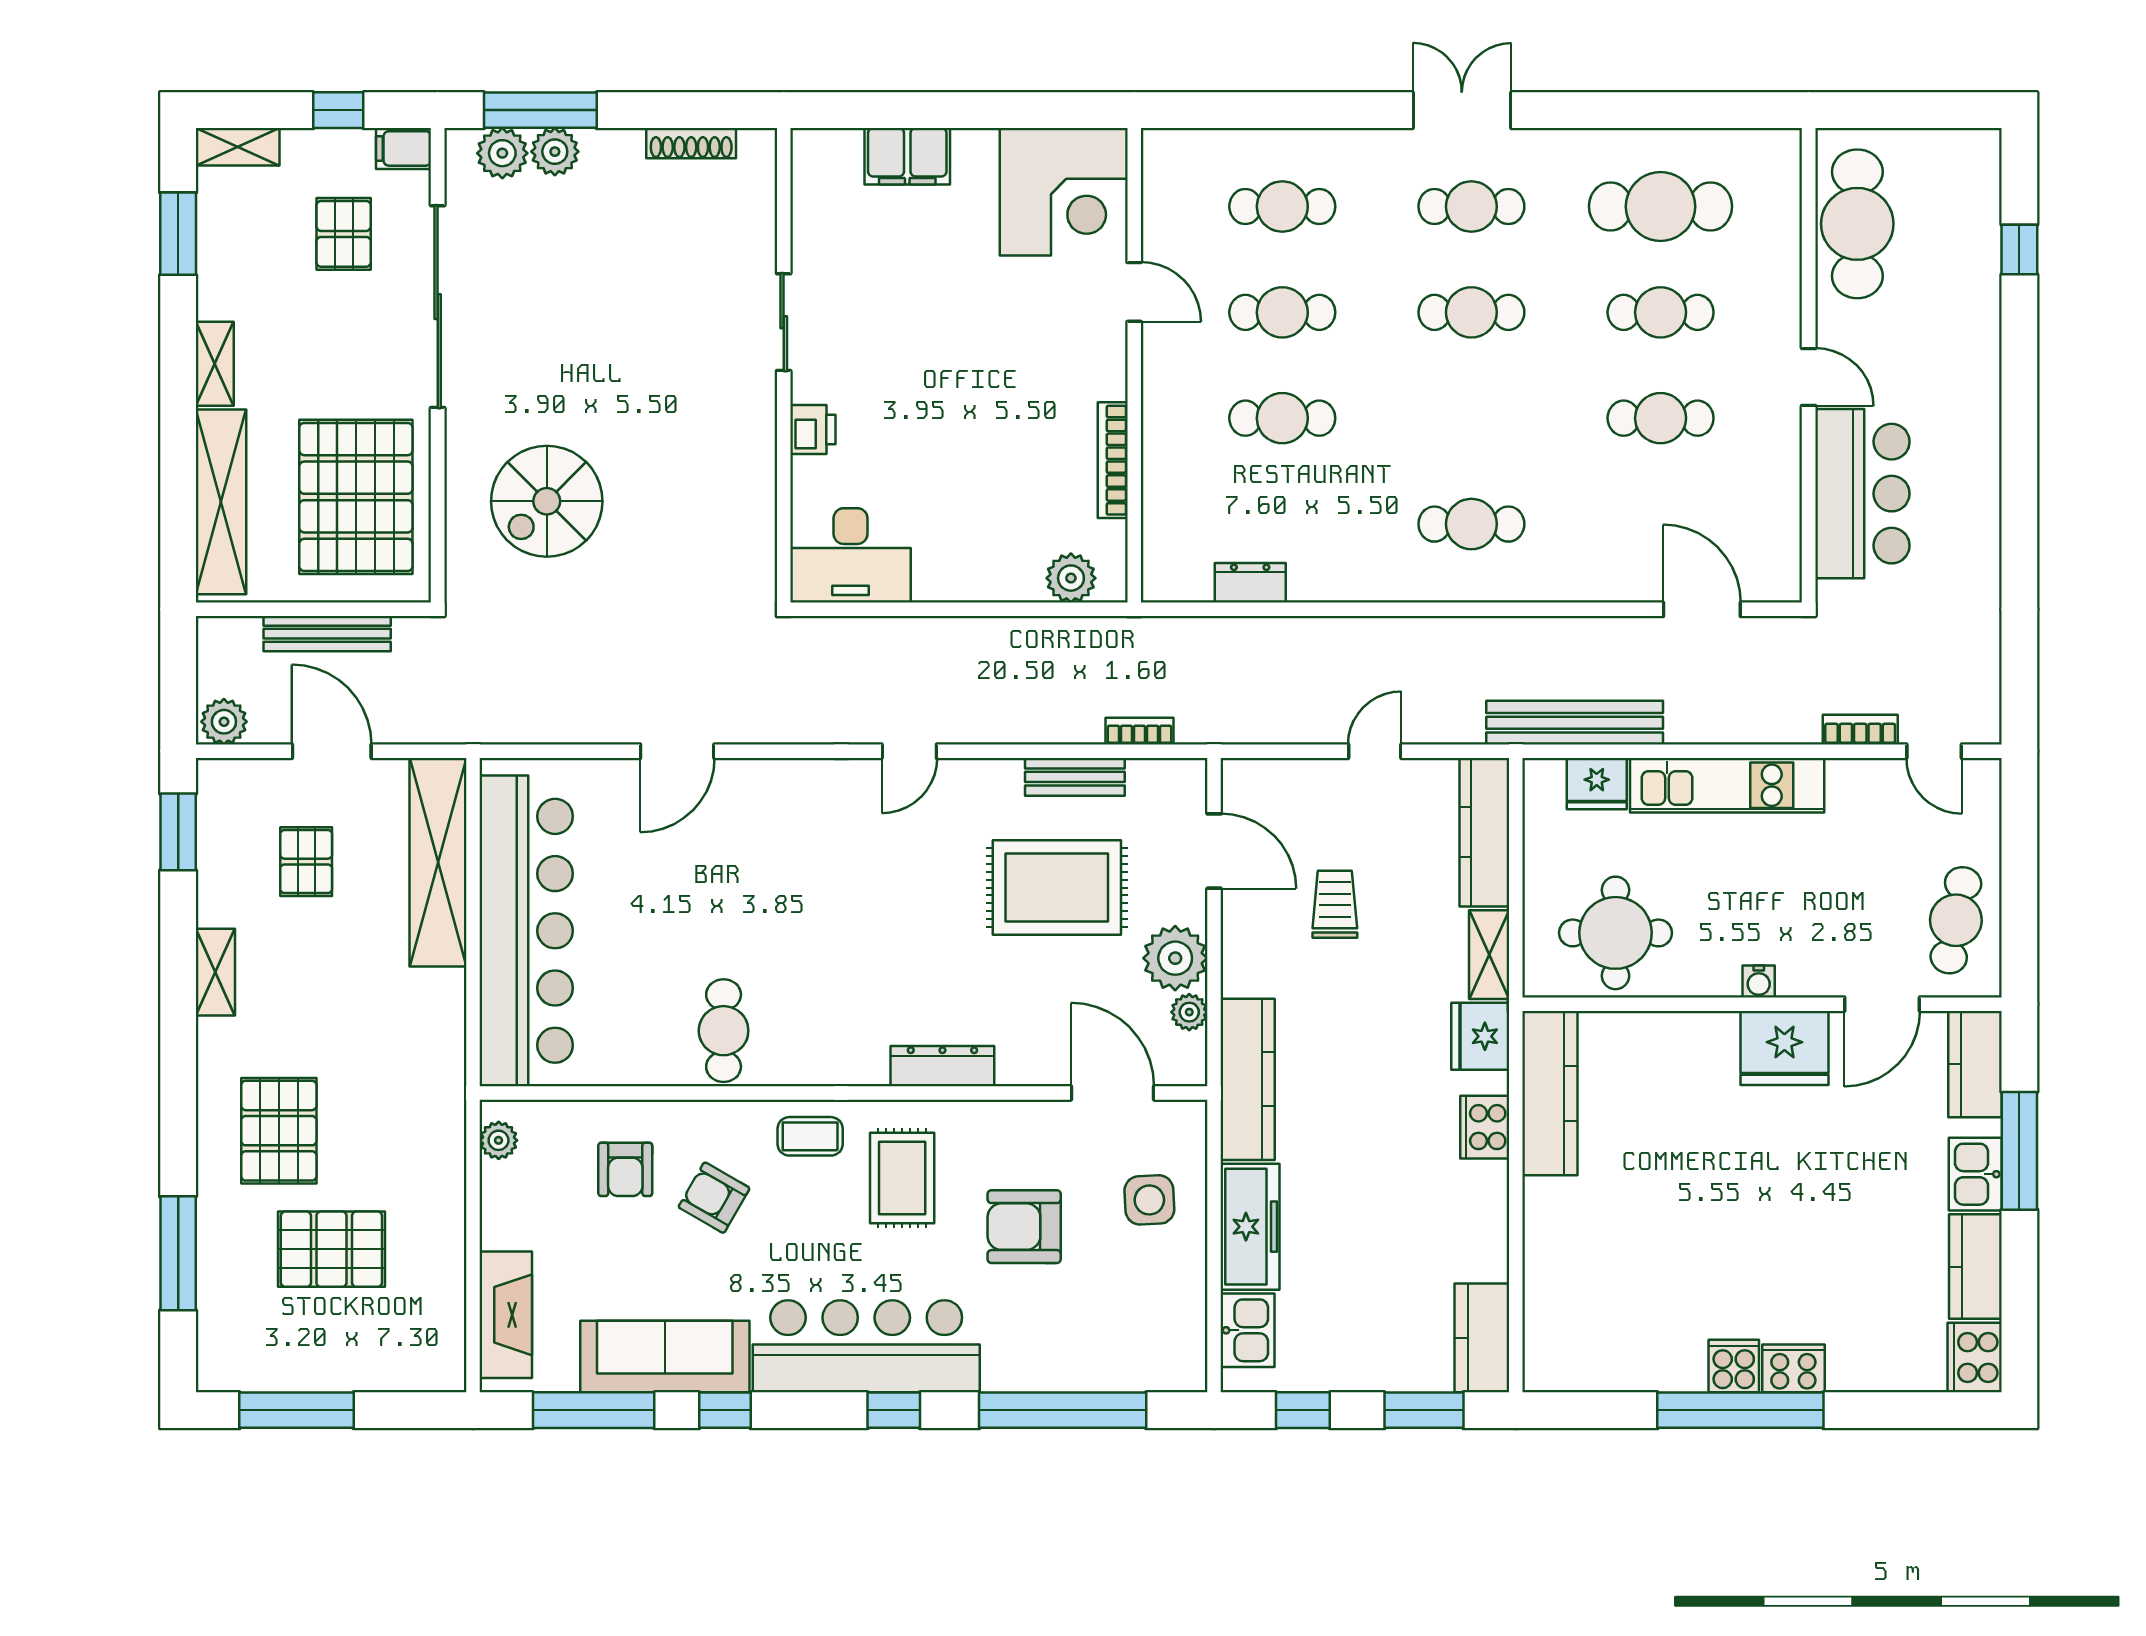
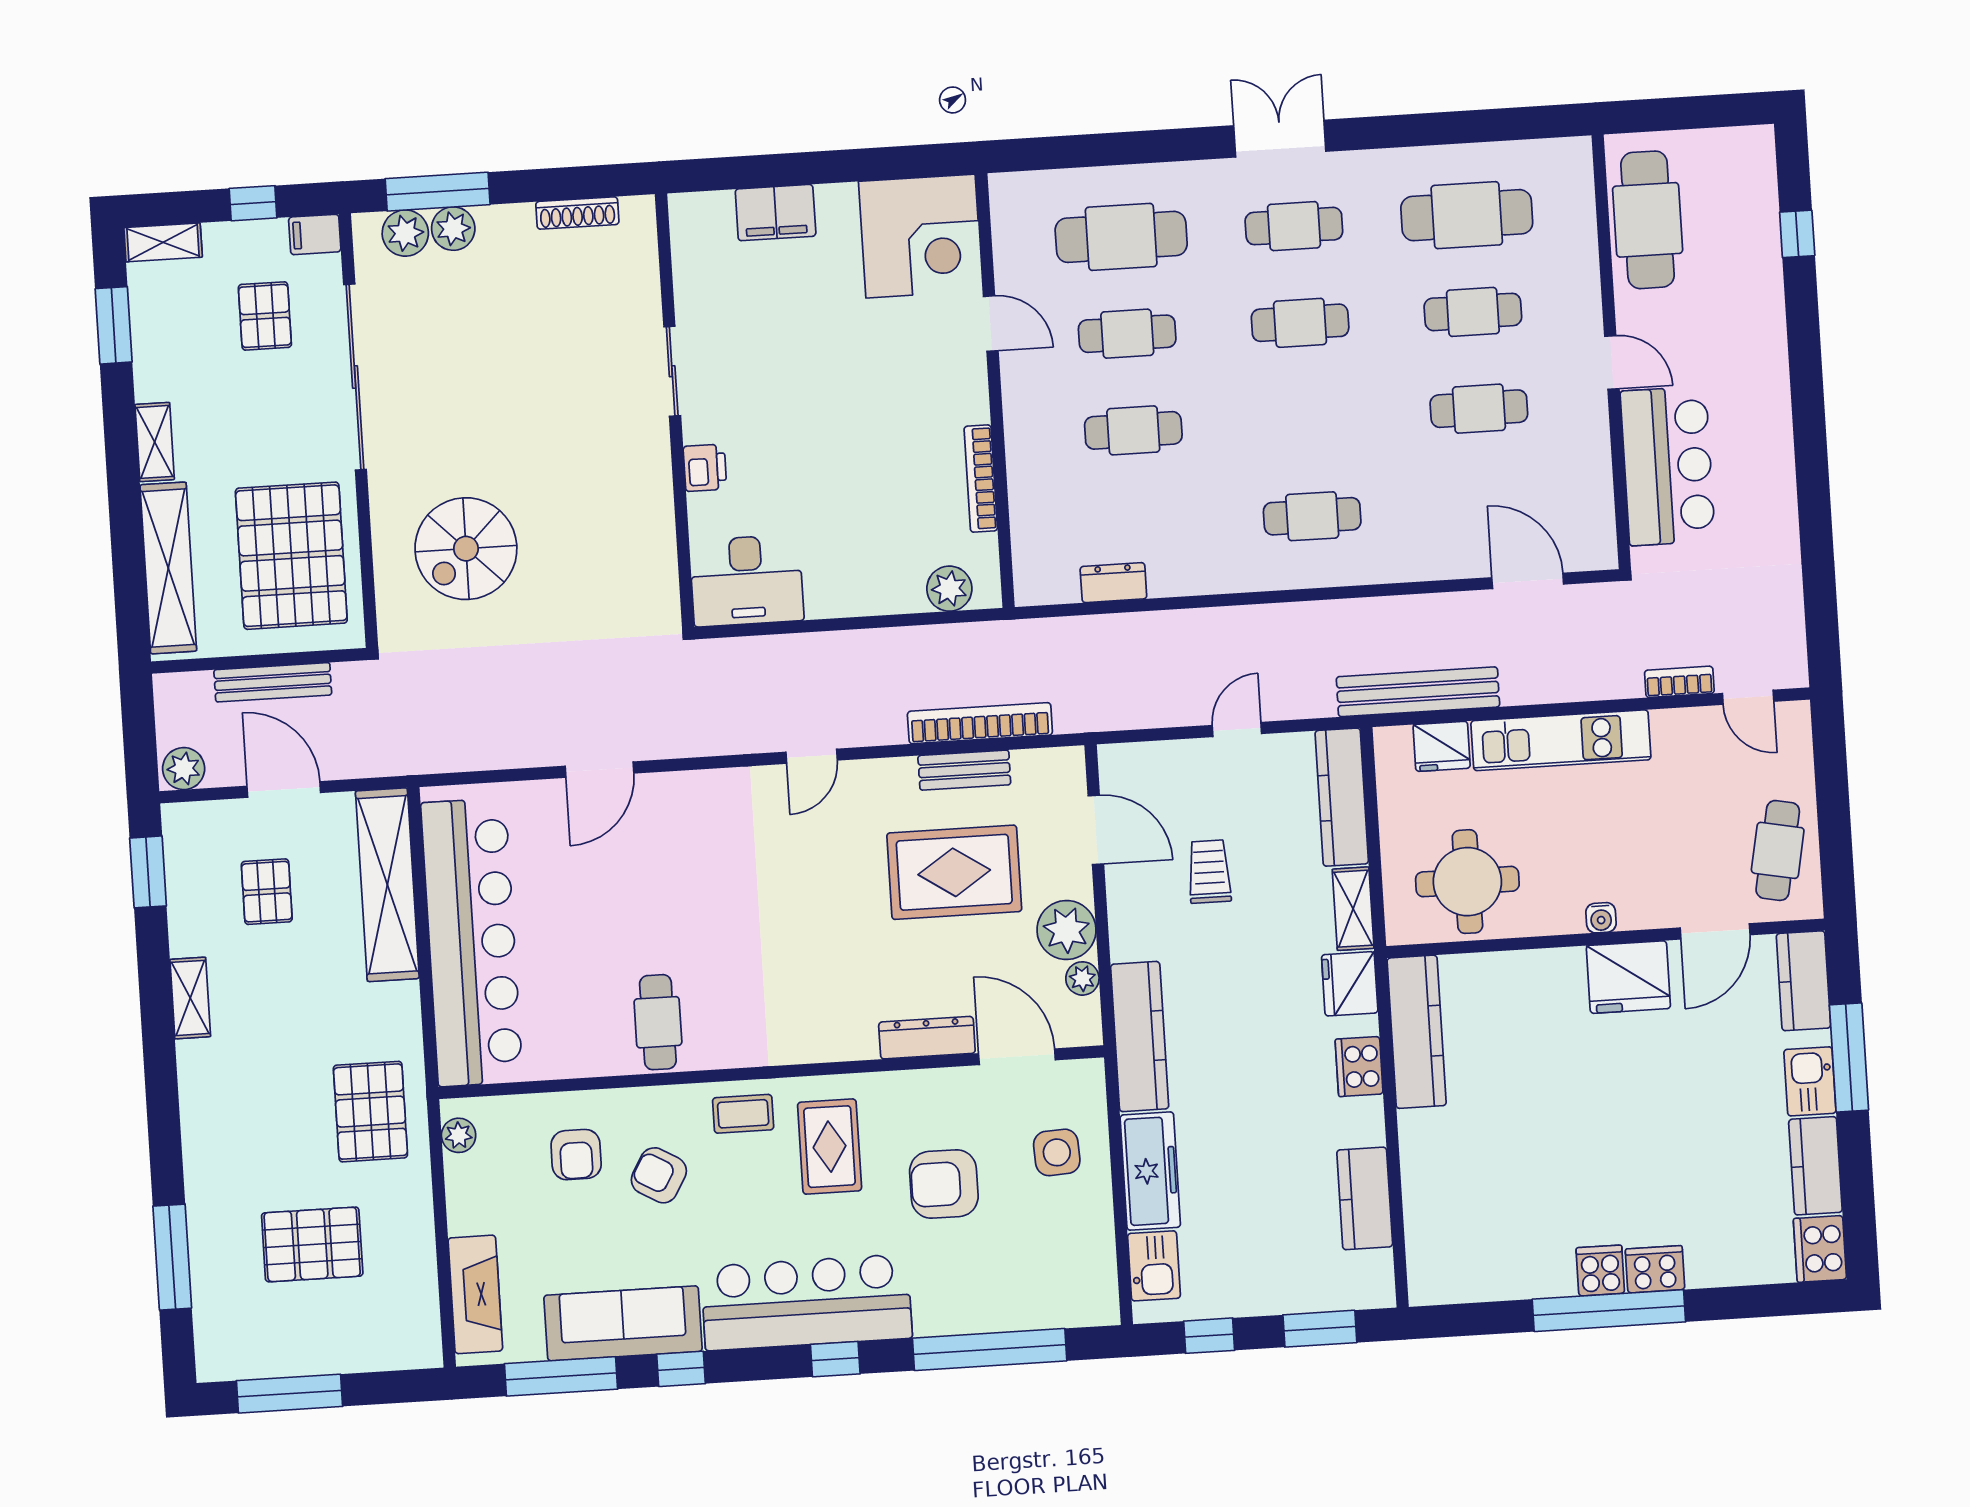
cafe table: (1282, 206) -> (1121, 237), width x1.37, depth x1.35
bookcase: (1140, 731) -> (980, 723), width x2.31, depth x1.31
dresser: (942, 1066) -> (927, 1038), moved
pallet: (279, 1131) -> (370, 1112), moved
kitchen counter: (1482, 1338) -> (1365, 1198), moved

